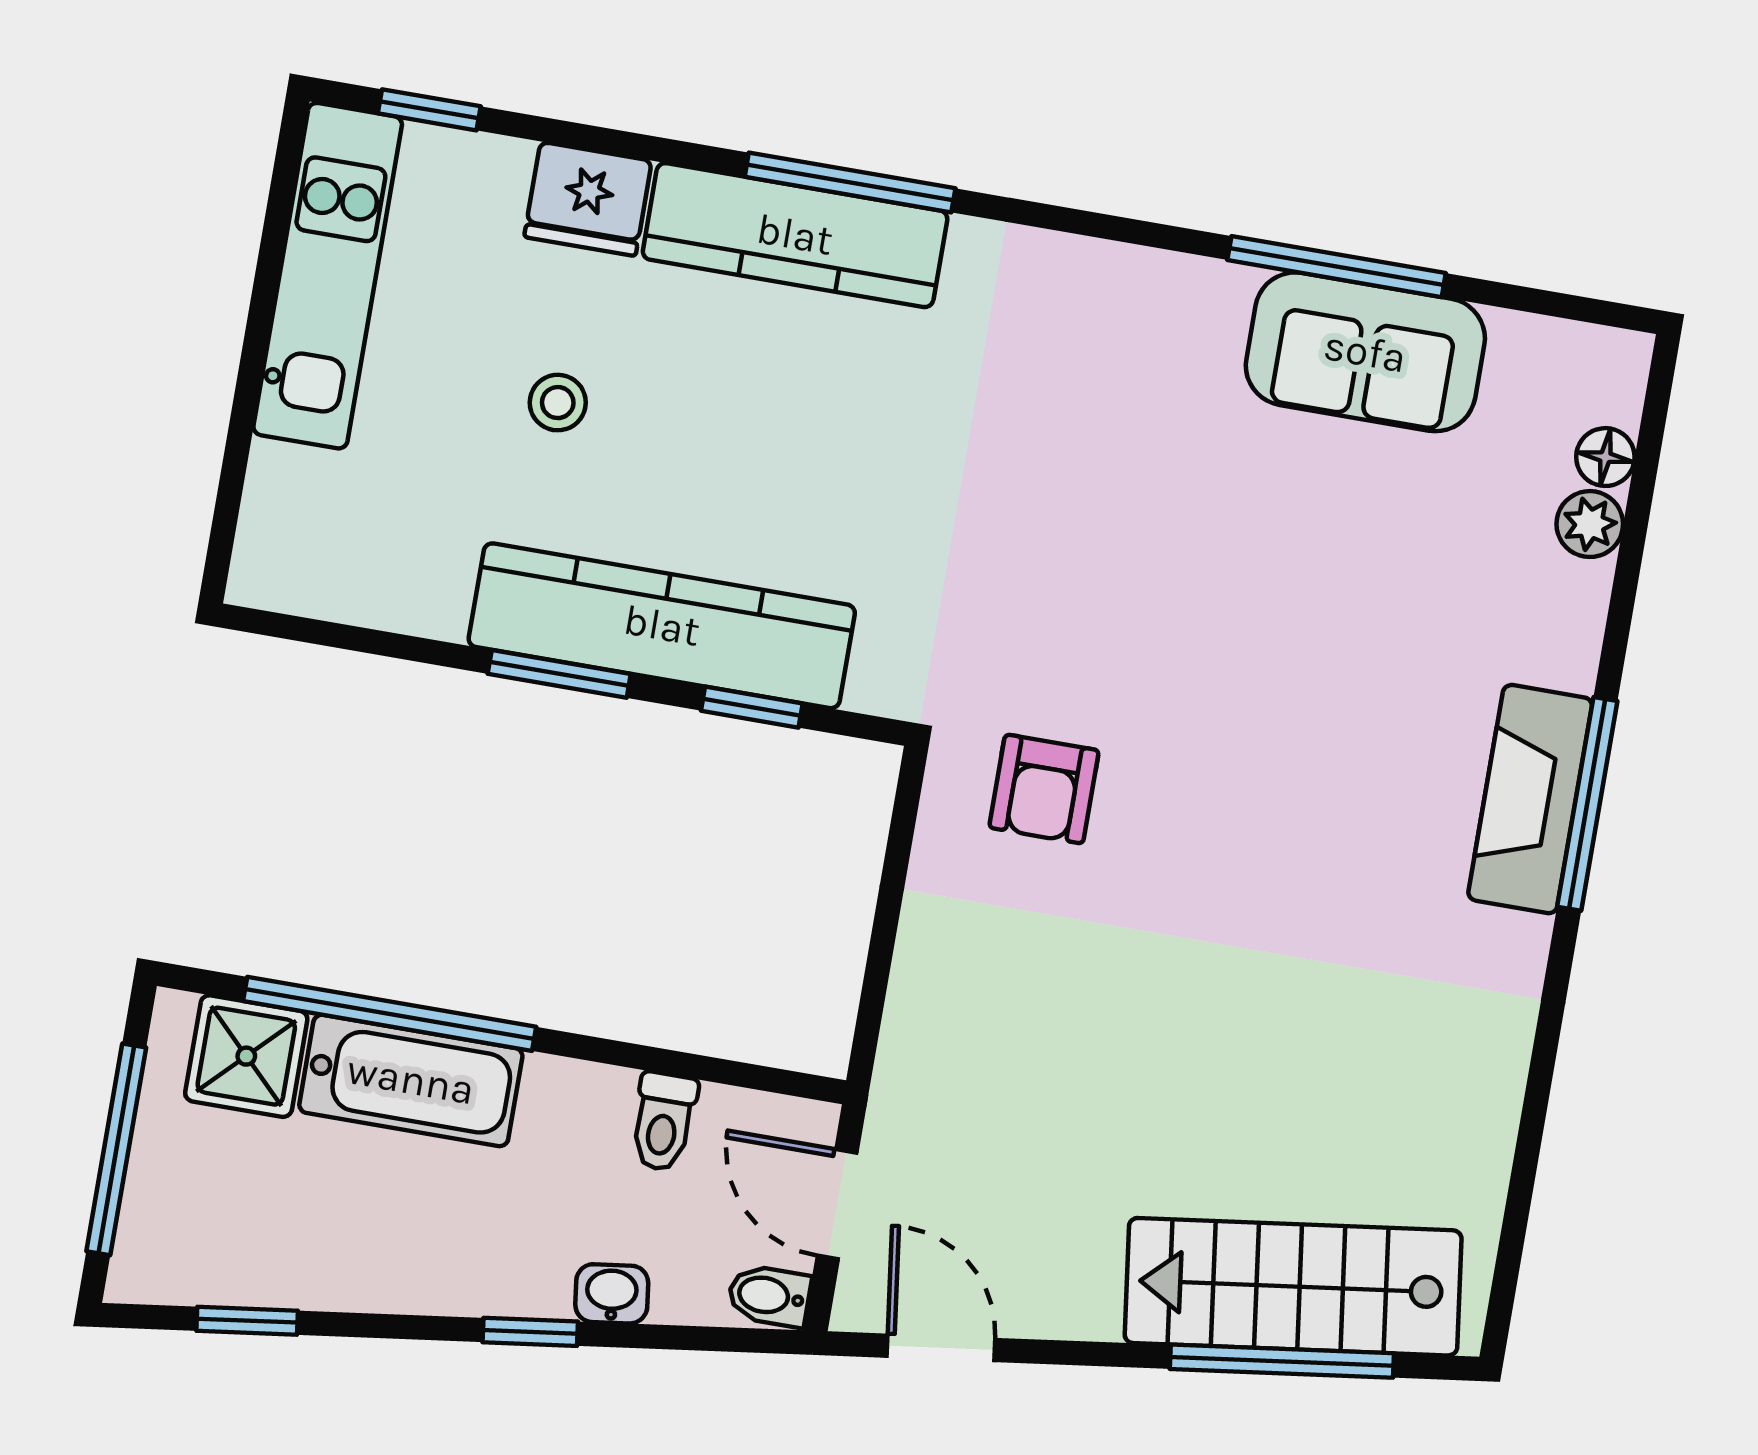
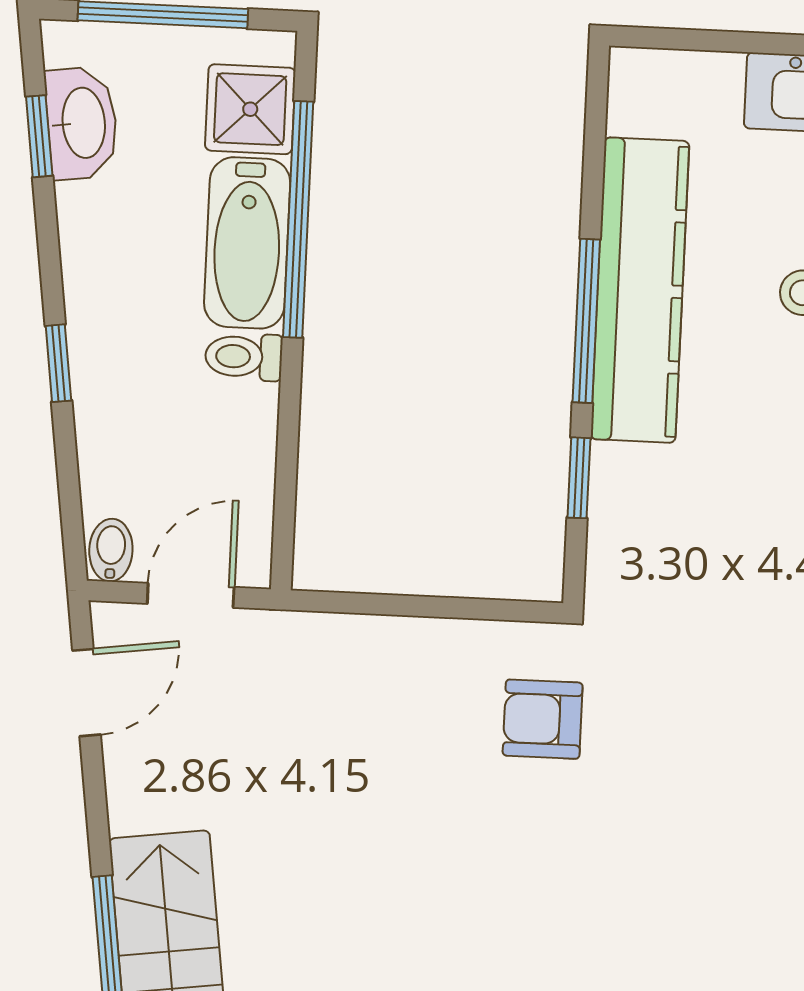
kitchen counter: (662, 626) -> (640, 290), moved
window: (559, 674) -> (586, 321), width x1.44
toilet: (663, 1122) -> (244, 357), moved
washbasin: (612, 1294) -> (82, 123), moved, width x1.91, depth x1.45

